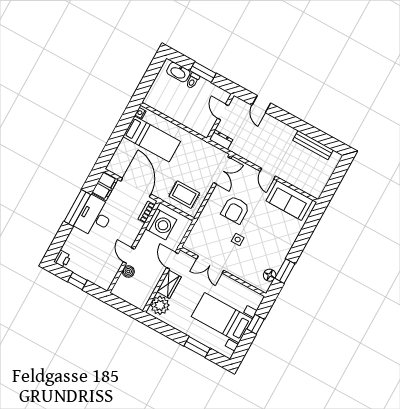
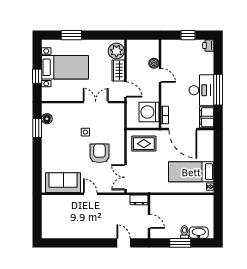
bench: (313, 145) -> (68, 234), removed

